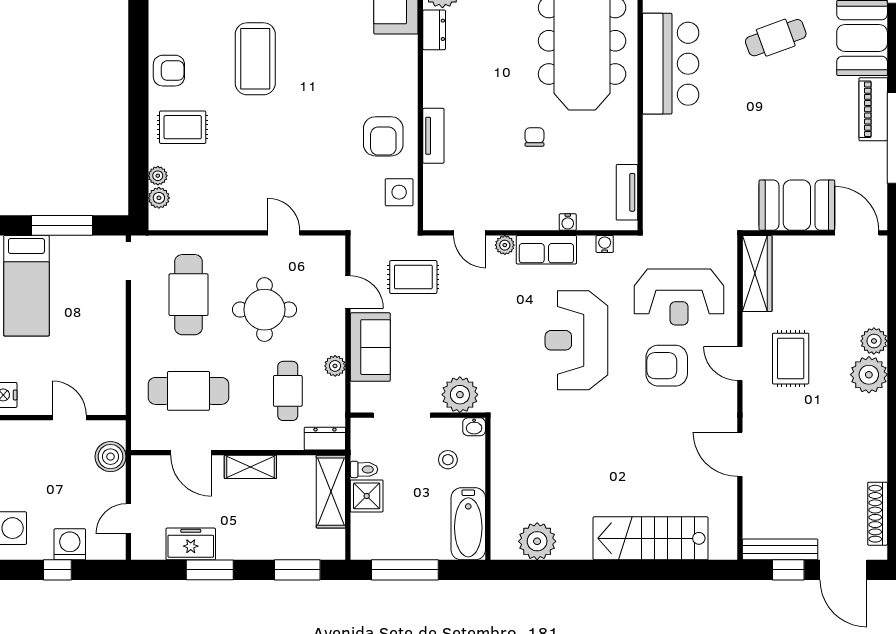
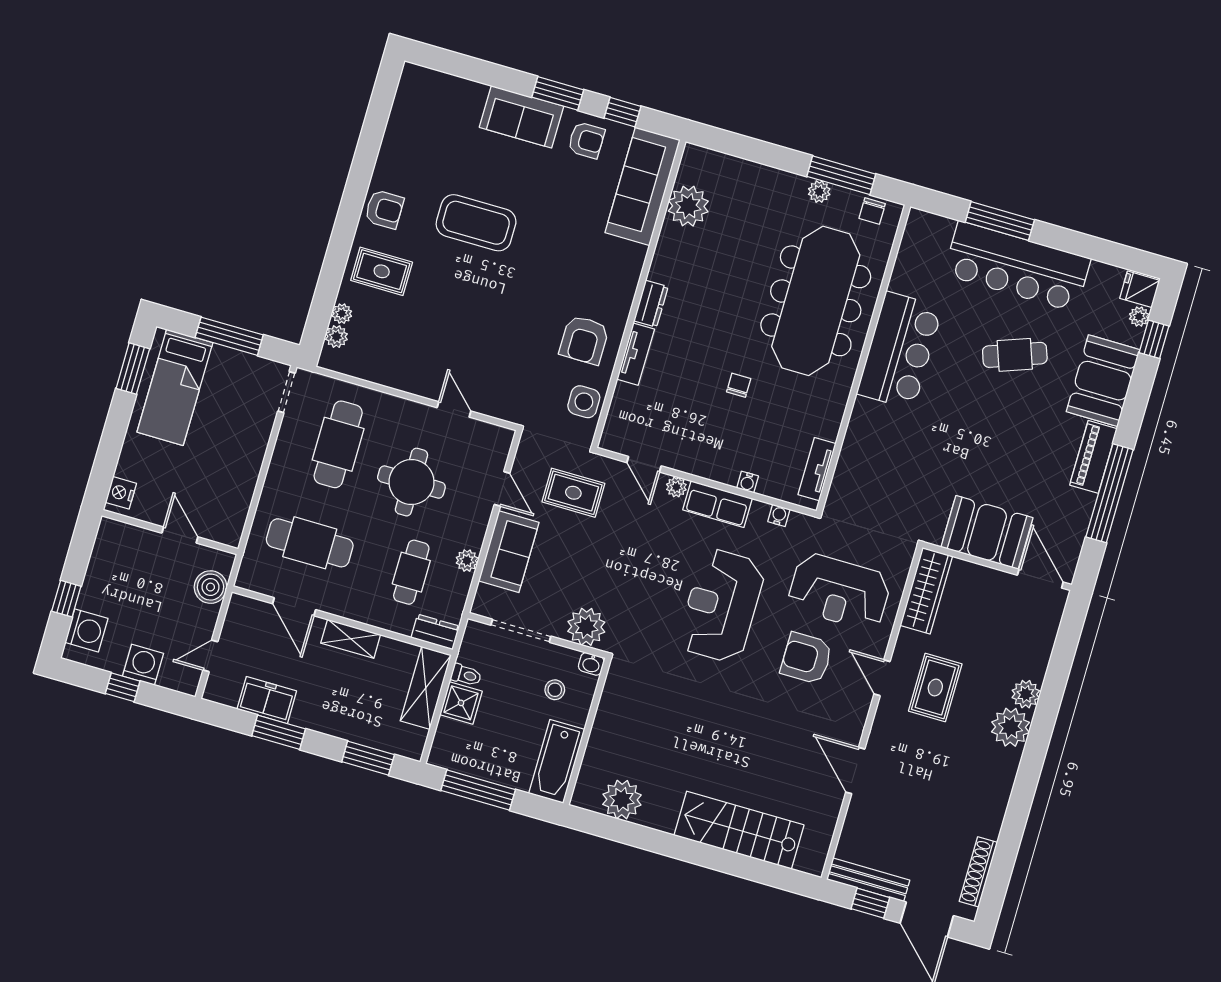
dresser: (434, 30) -> (651, 304), moved
coffee table: (255, 59) -> (476, 223), turned 90

